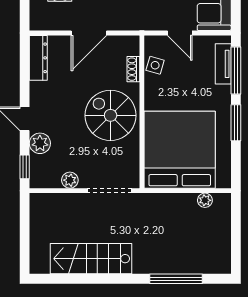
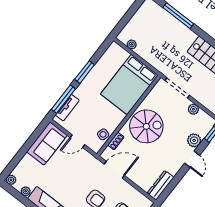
door: (89, 33) -> (114, 170), moved
door: (180, 33) -> (77, 141), swing flipped
spiral stairs: (111, 115) -> (146, 126), turned -90
bed: (180, 150) -> (129, 85), width x0.73

